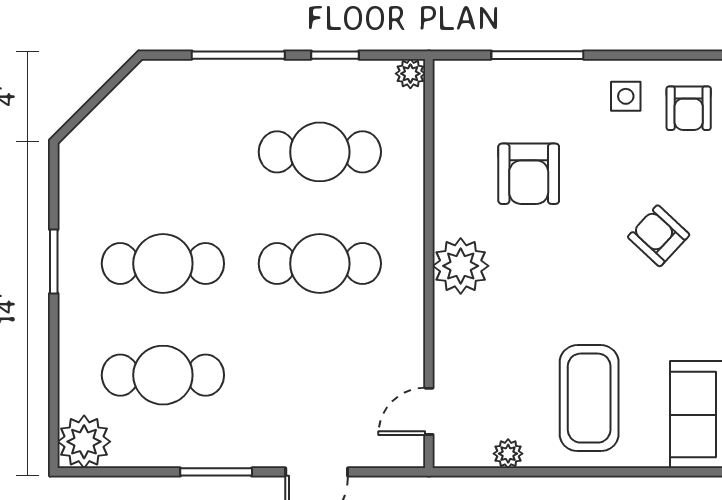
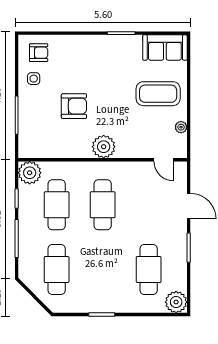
plant: (410, 74) -> (30, 173), width x1.87, depth x1.87
armchair: (529, 174) -> (74, 106), moved
armchair: (659, 236) -> (91, 65), removed
cafe table: (163, 264) -> (57, 269), moved

